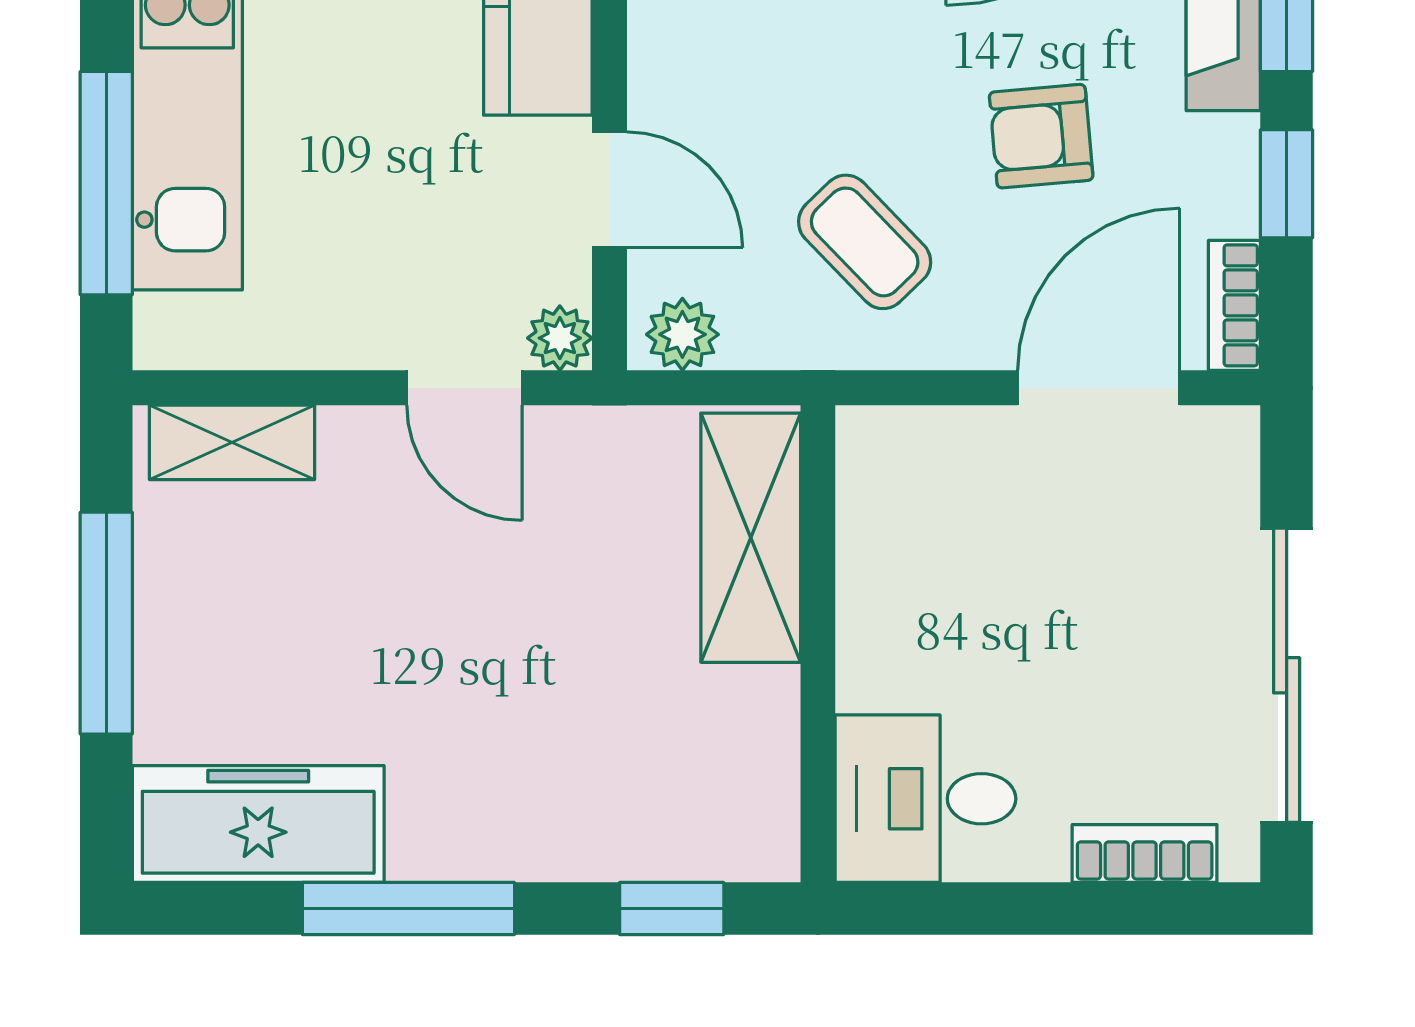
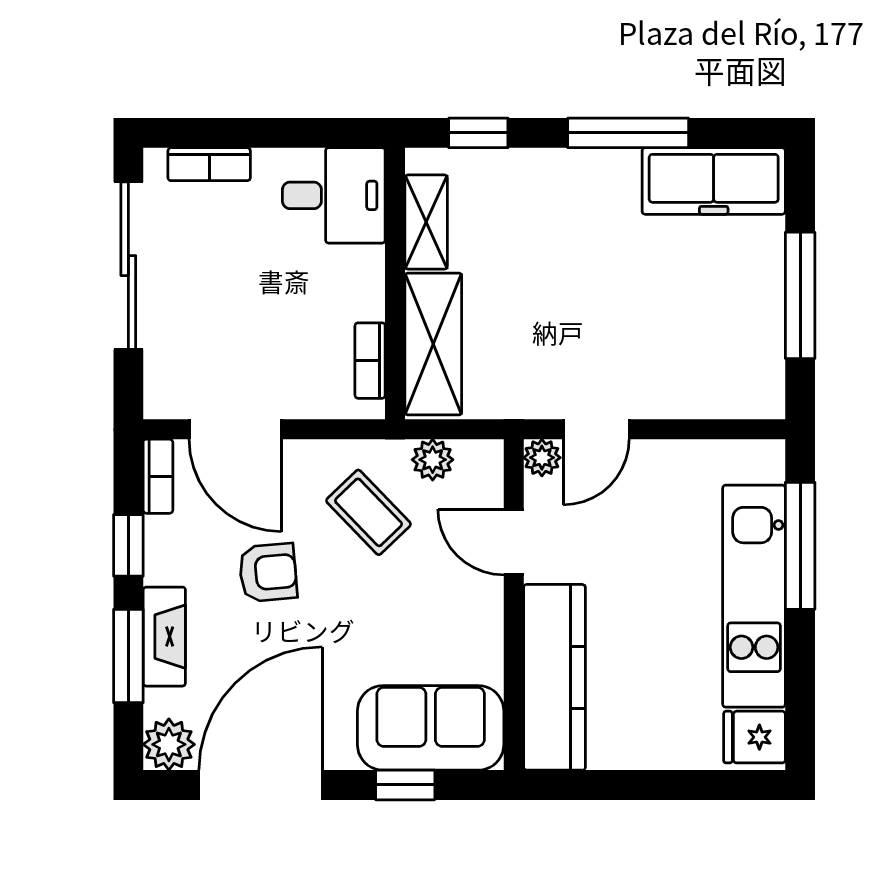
plant: (682, 334) -> (433, 460), moved
door: (464, 388) -> (596, 429), swing flipped
door: (1099, 388) -> (235, 429), hinge flipped
shelving: (232, 442) -> (426, 222), moved, turned 90
bookcase: (862, 509) -> (370, 361), added

